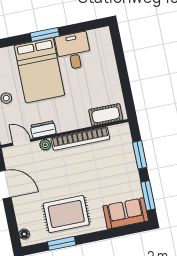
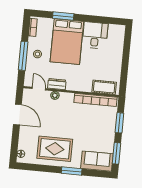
window: (45, 34) -> (63, 16), moved
bookcase: (80, 139) -> (96, 100), moved
window: (62, 243) -> (72, 171), moved

